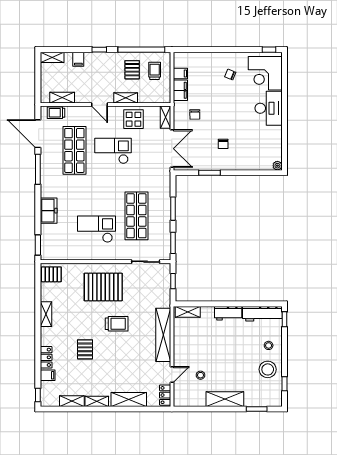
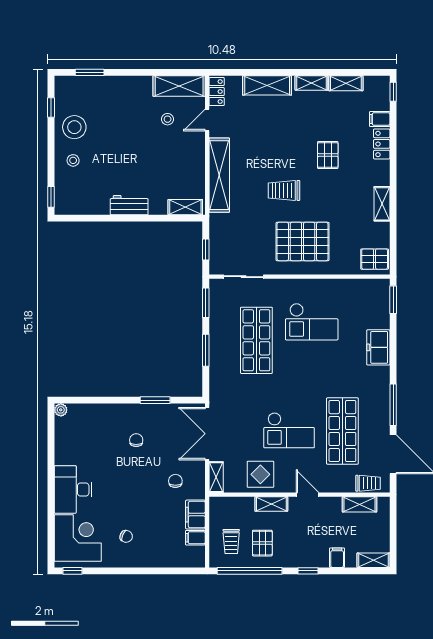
workbench: (262, 314) -> (82, 204), removed
shelving: (225, 399) -> (179, 86), moved

